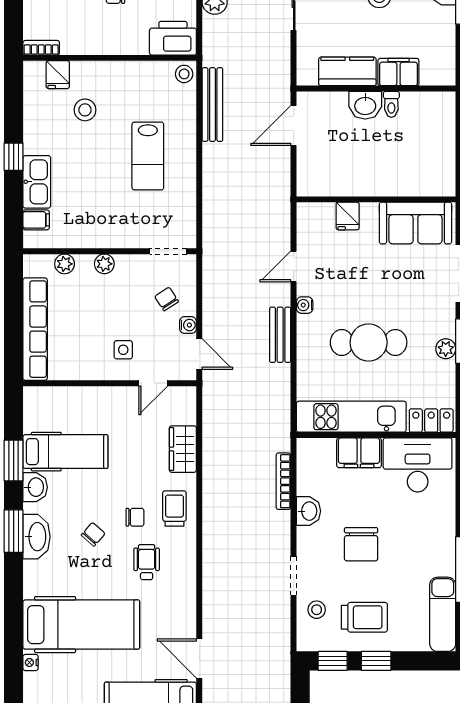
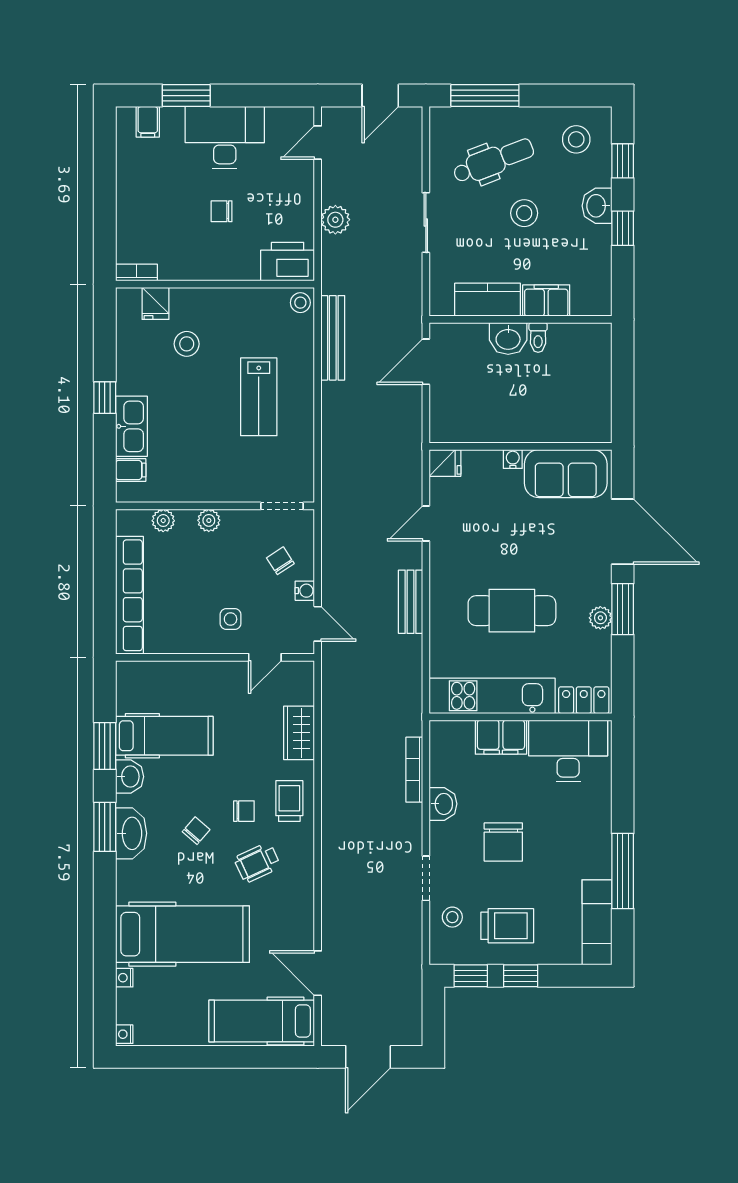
fridge: (348, 216) -> (445, 463), moved, turned -90
water cooler: (305, 305) -> (513, 459), moved, turned 90
wheelchair: (147, 562) -> (257, 863), turned -115

